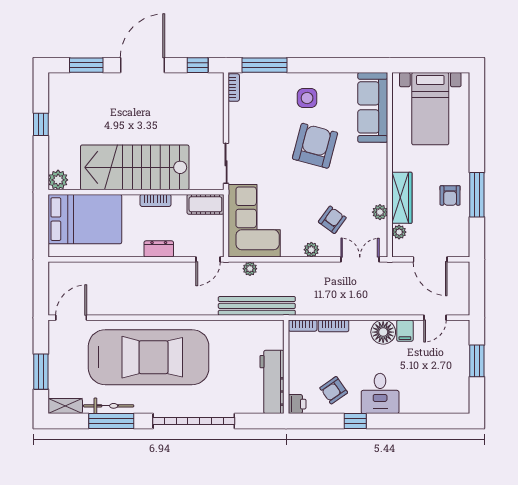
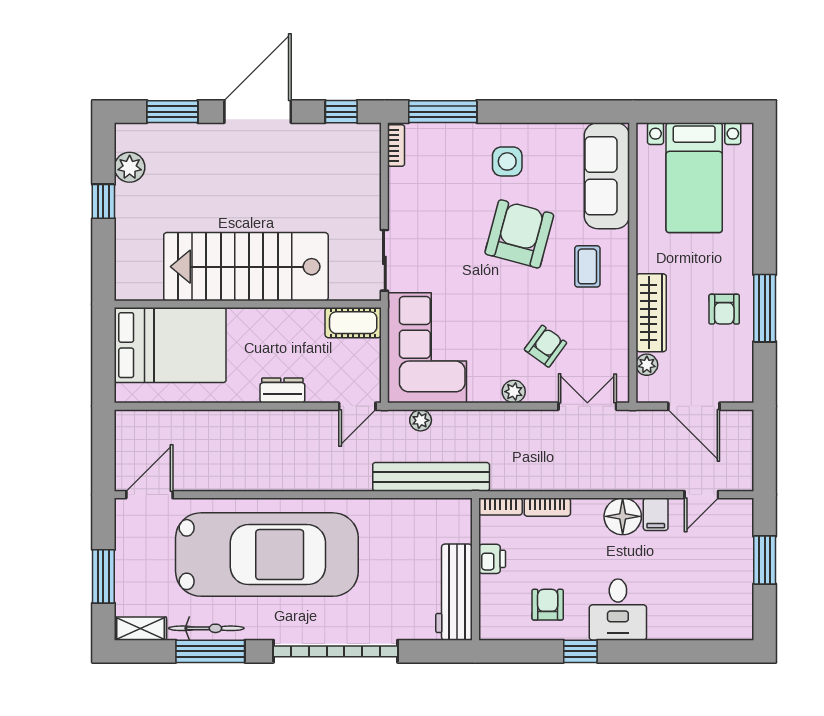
coffee table: (360, 167) -> (587, 266), added
plant: (58, 180) -> (130, 167), moved
bookcase: (156, 200) -> (277, 317), removed
plant: (380, 212) -> (618, 335), removed
armchair: (334, 390) -> (548, 605), turned 125
printer: (297, 404) -> (492, 559), moved

